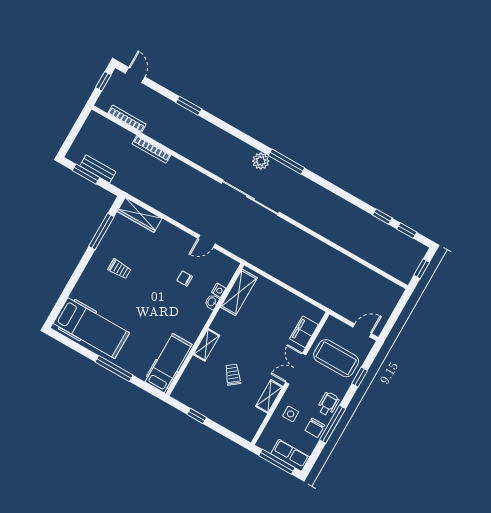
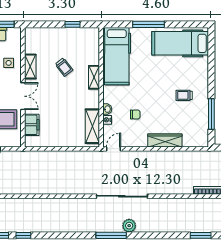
wardrobe: (140, 215) -> (165, 141), moved
door: (207, 241) -> (113, 149), moved
hospital bed: (169, 363) -> (117, 56), width x1.37, depth x1.29

